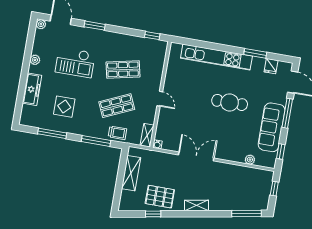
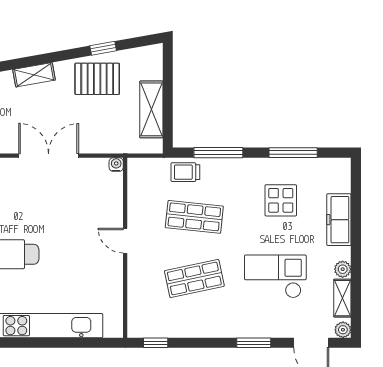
shop shelf: (117, 106) -> (194, 217), turned 30
shelving: (147, 135) -> (342, 298), moved
double door: (196, 156) -> (49, 156), swing flipped

